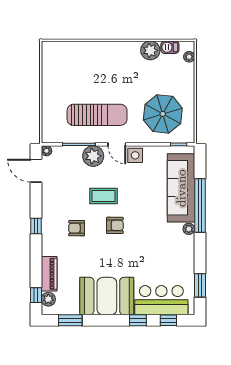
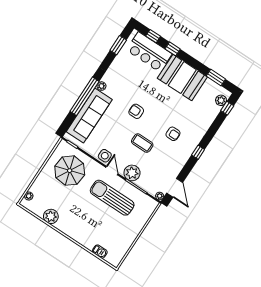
barbecue: (170, 47) -> (100, 252), moved
armchair: (115, 225) -> (136, 111), moved
piano: (49, 274) -> (210, 116), removed

